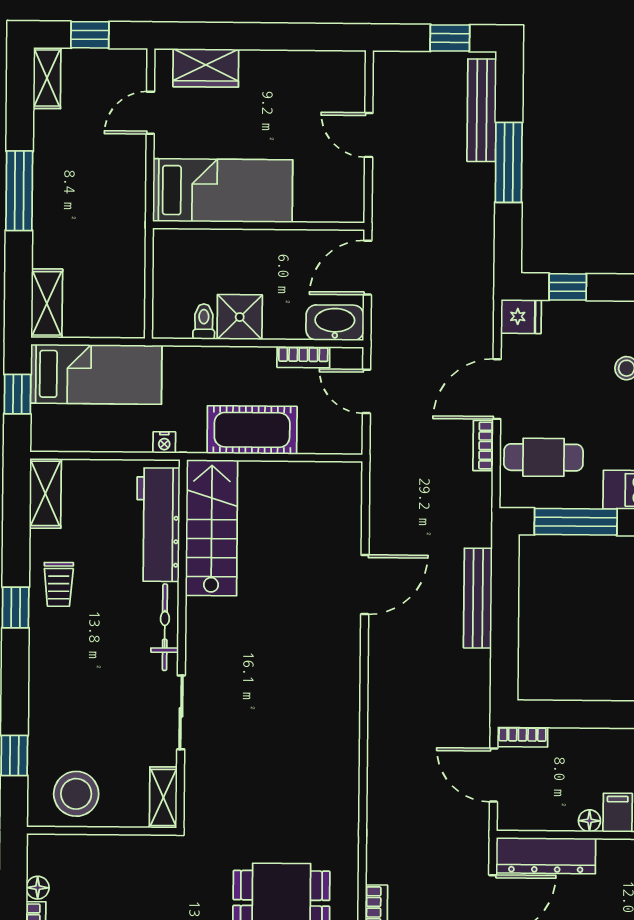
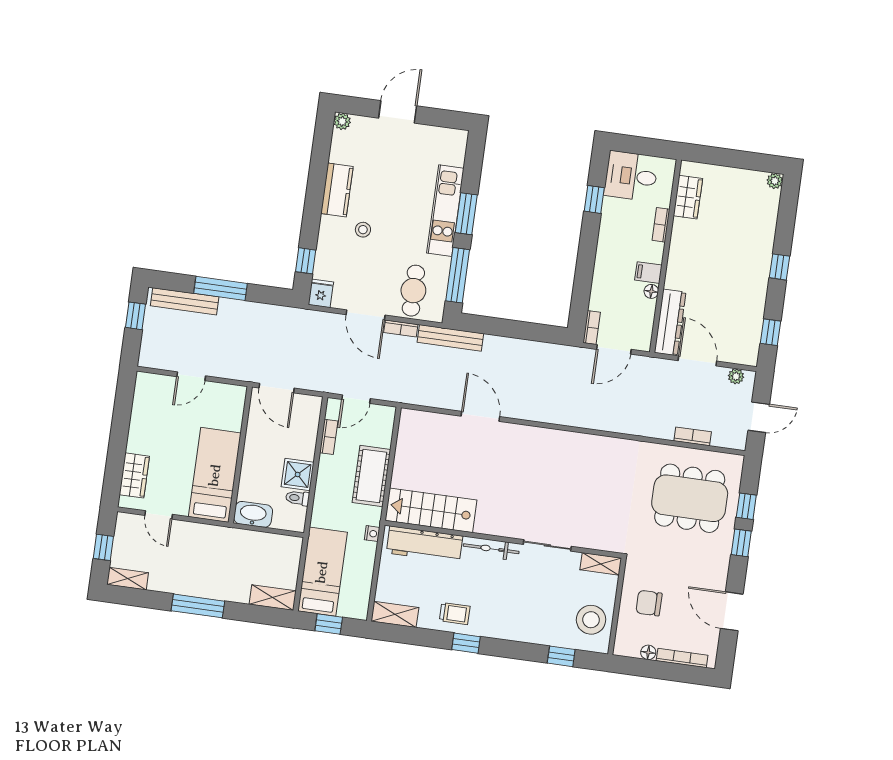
washbasin: (335, 323) -> (253, 514), moved, turned 90
bench: (478, 598) -> (450, 338), moved
chair: (113, 879) -> (649, 603), added

